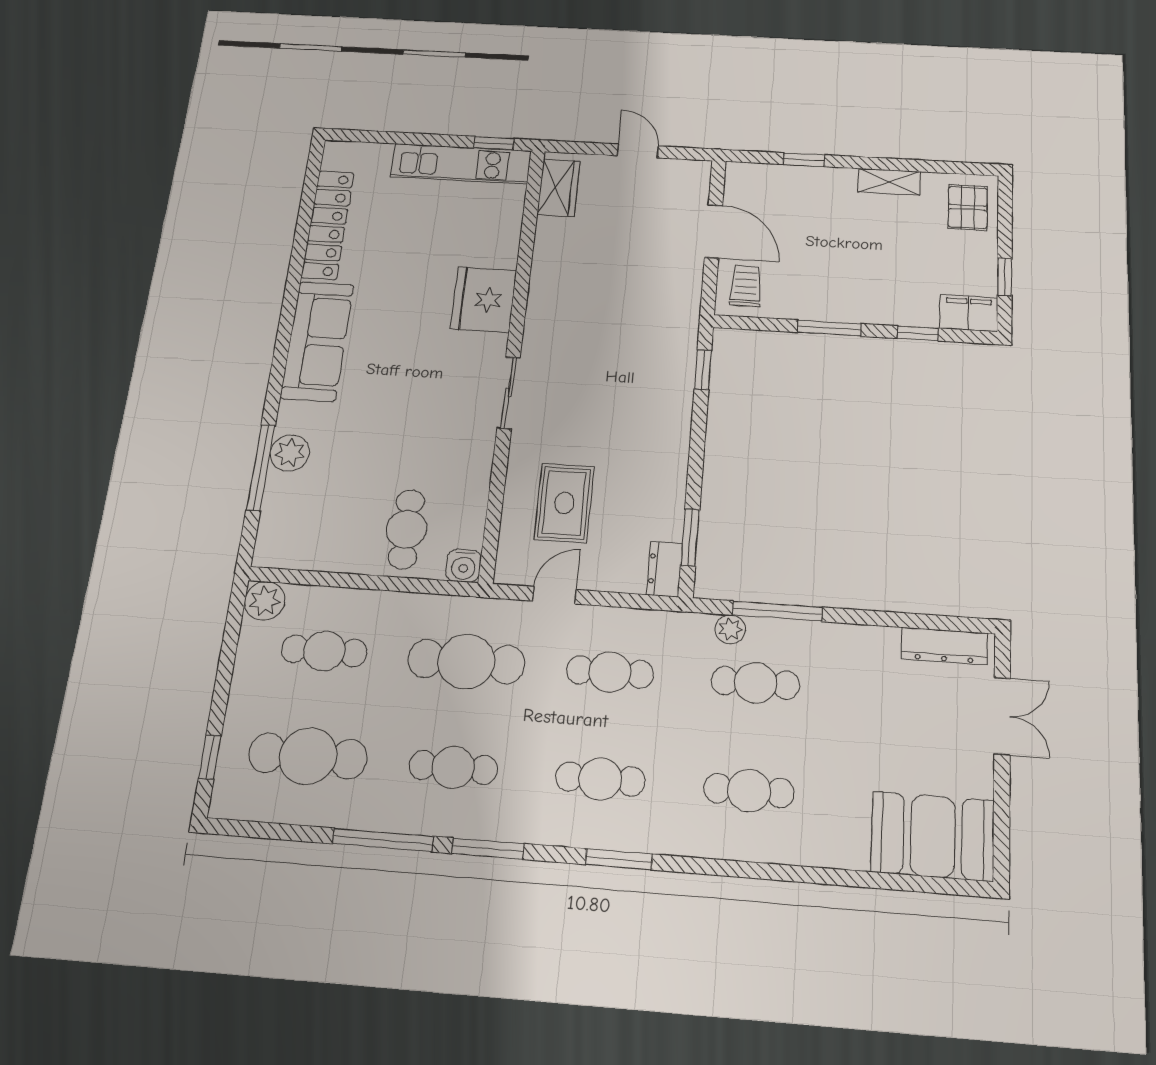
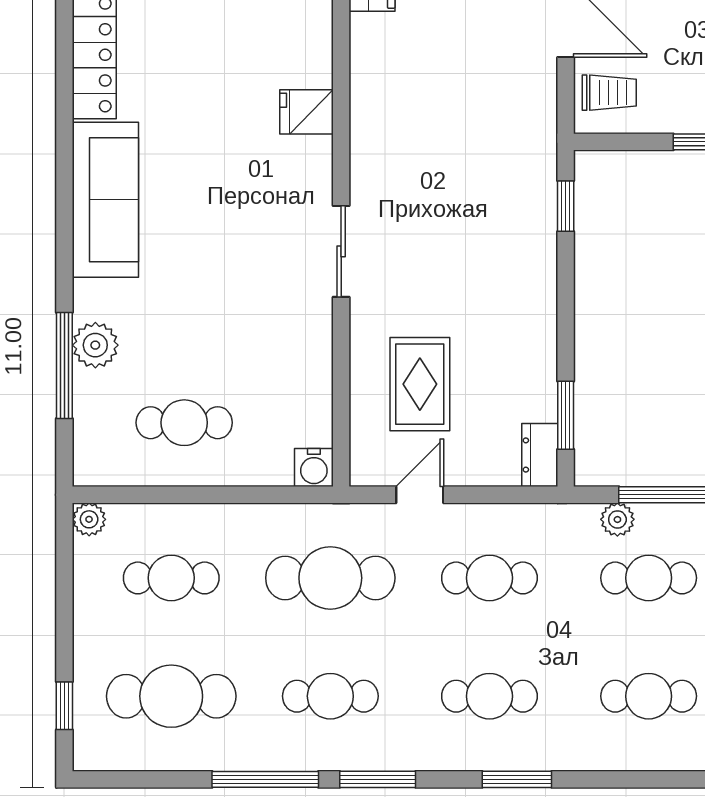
trolley: (746, 286) -> (609, 93), turned 90
fridge: (484, 300) -> (307, 112), width x0.53, depth x0.75
cafe table: (406, 529) -> (184, 423), moved, turned 90
plant: (265, 601) -> (89, 519), width x0.73, depth x0.73

